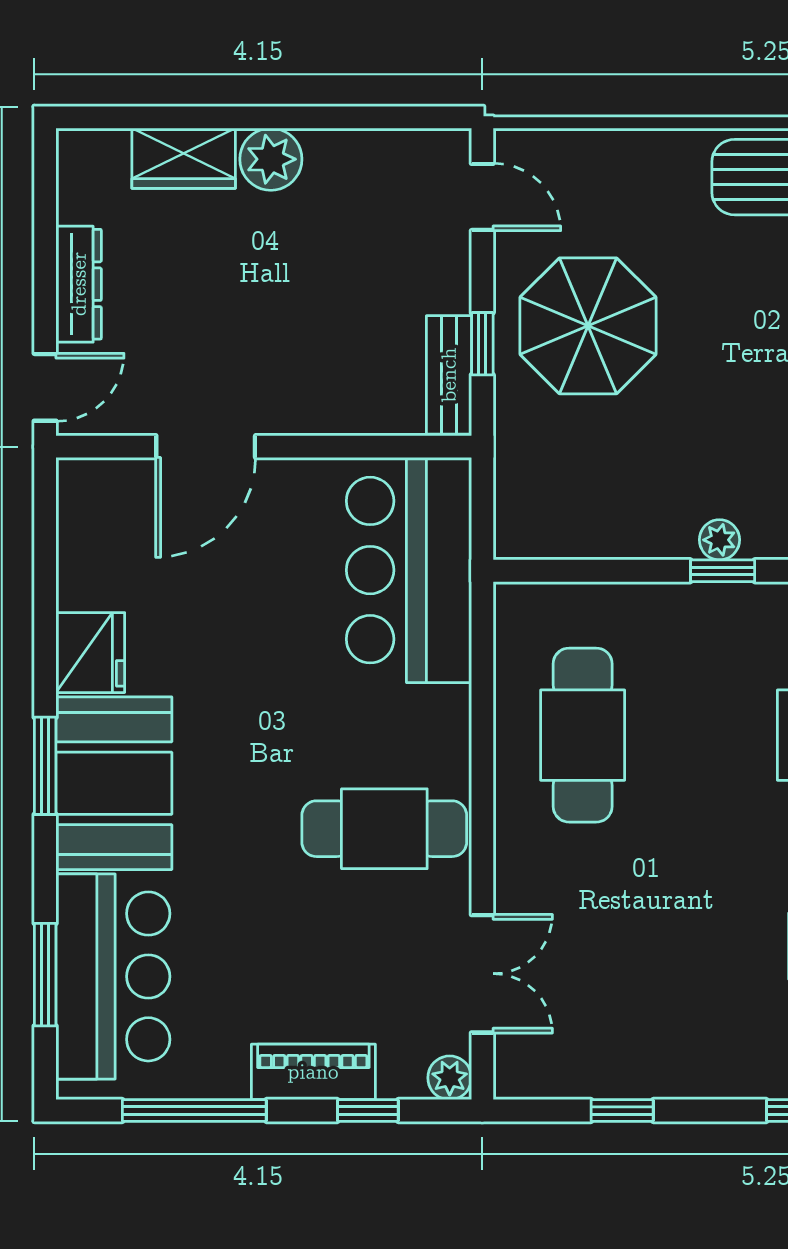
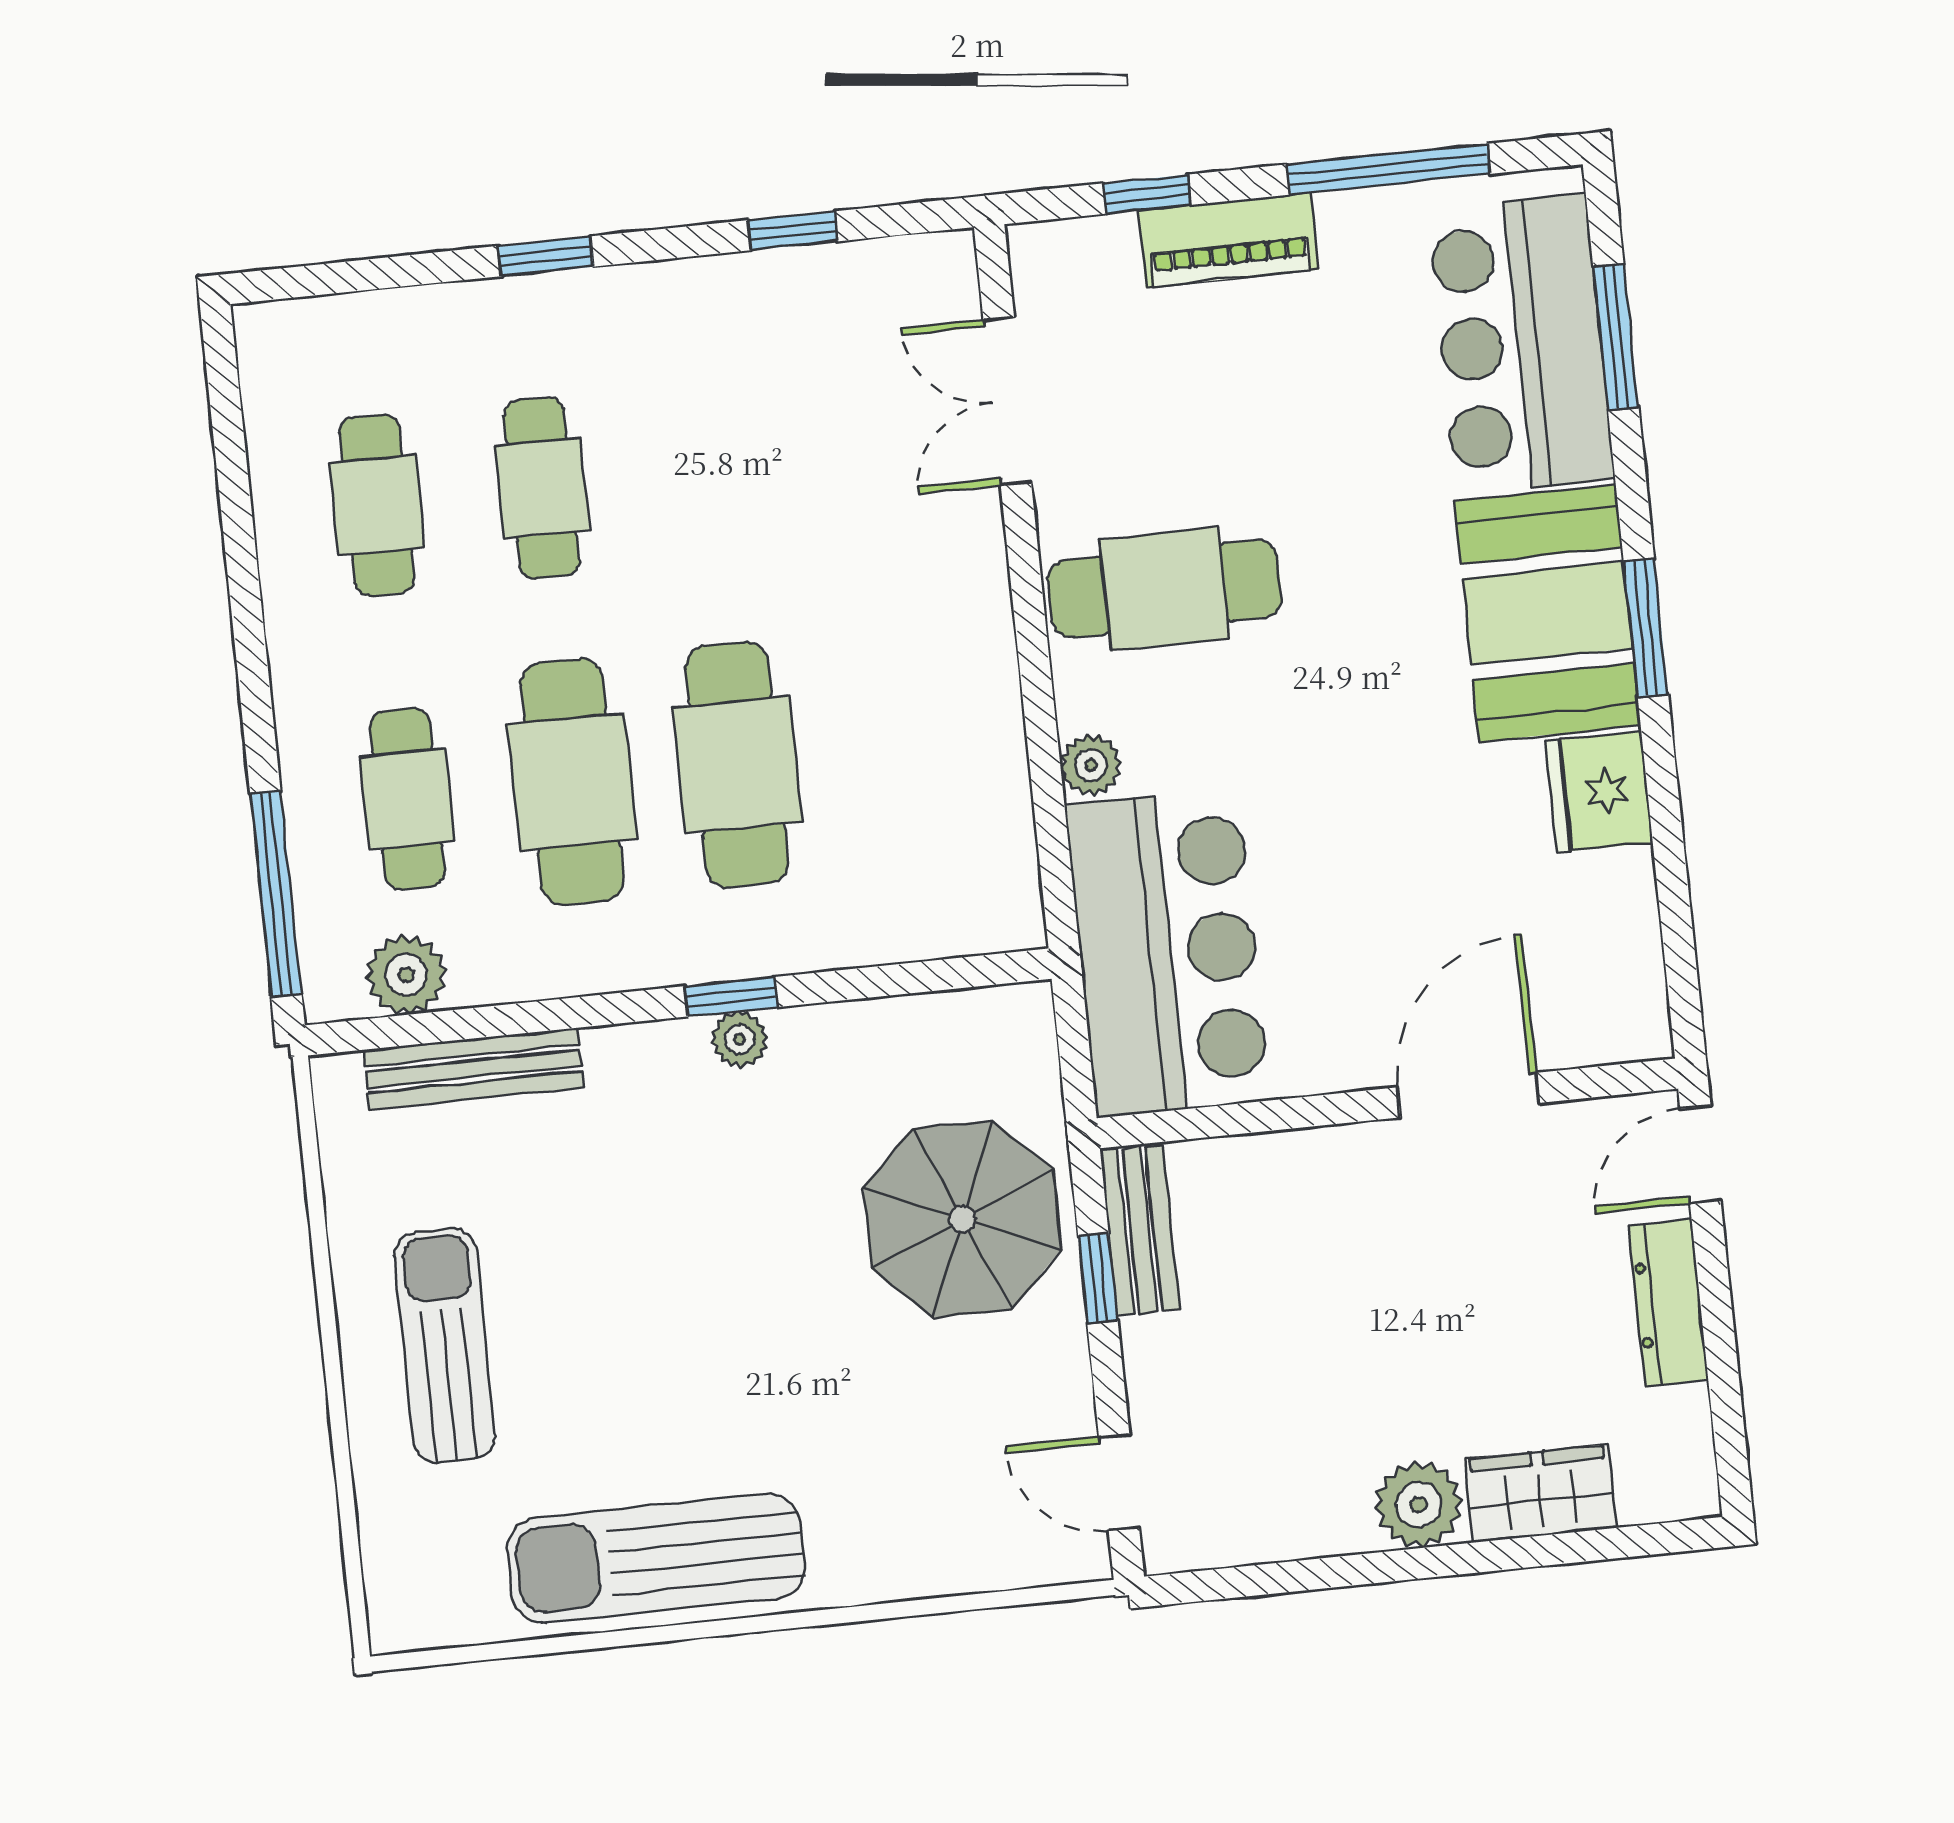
parasol: (588, 326) -> (962, 1219), moved
cafe table: (583, 735) -> (737, 765), moved
plant: (450, 1078) -> (1091, 765), moved

